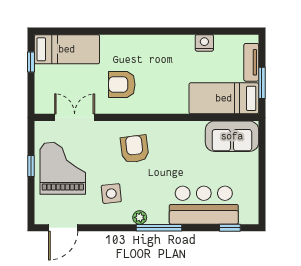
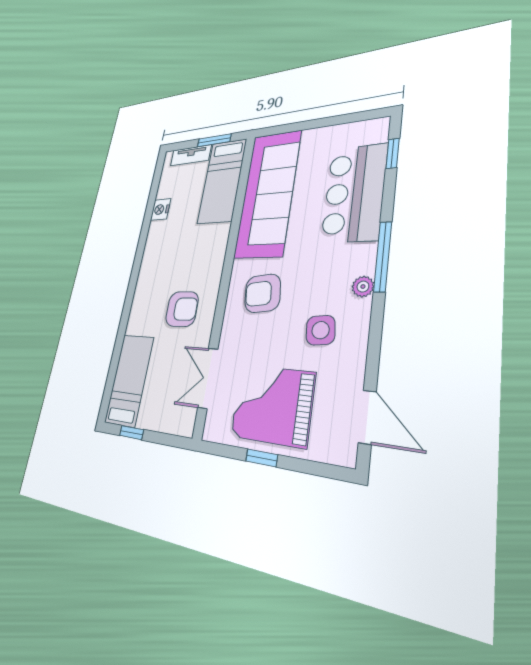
armchair: (122, 84) -> (182, 309), turned -91
sofa: (232, 136) -> (268, 194), width x1.85, depth x1.27

